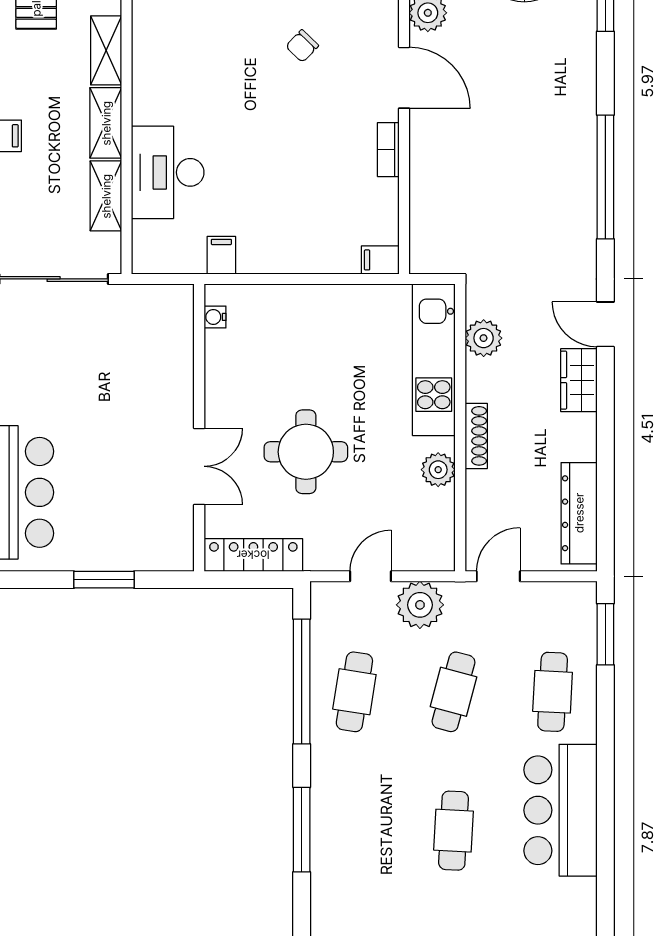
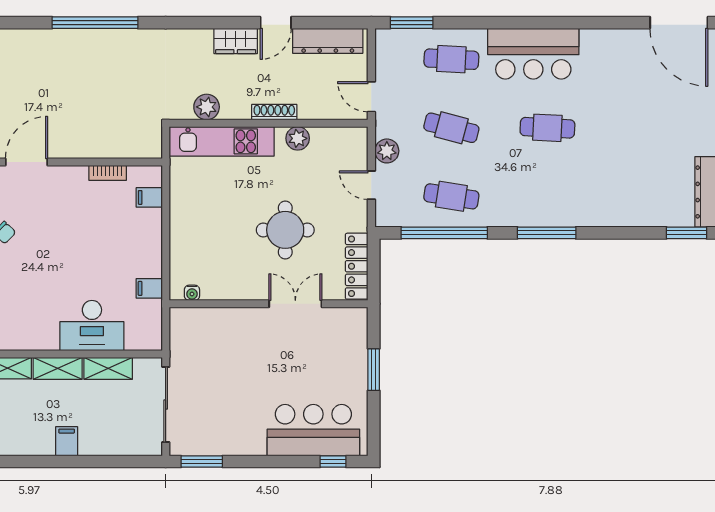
bookcase: (388, 150) -> (108, 173), moved
filing cabinet: (380, 260) -> (149, 197), moved, turned 90
door: (605, 324) -> (276, 23), moved
plant: (420, 605) -> (387, 151), width x0.73, depth x0.73

